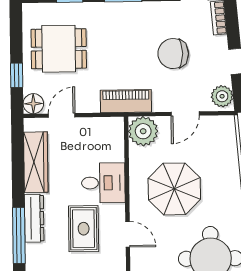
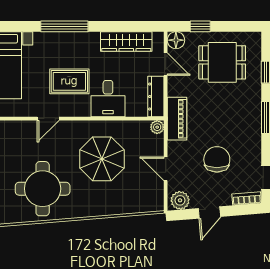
dining table: (59, 49) -> (222, 62), turned 90
plant: (143, 131) -> (157, 127), width x0.53, depth x0.53
dresser: (34, 218) -> (156, 97), moved, turned 90
door: (128, 234) -> (48, 119), moved

